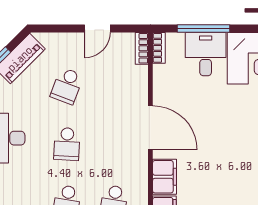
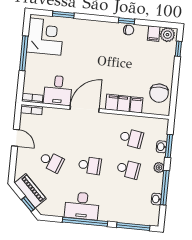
window: (204, 28) -> (24, 53), moved
desk: (206, 54) -> (58, 90), moved, turned -90

